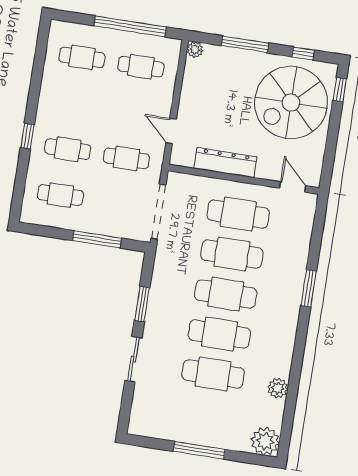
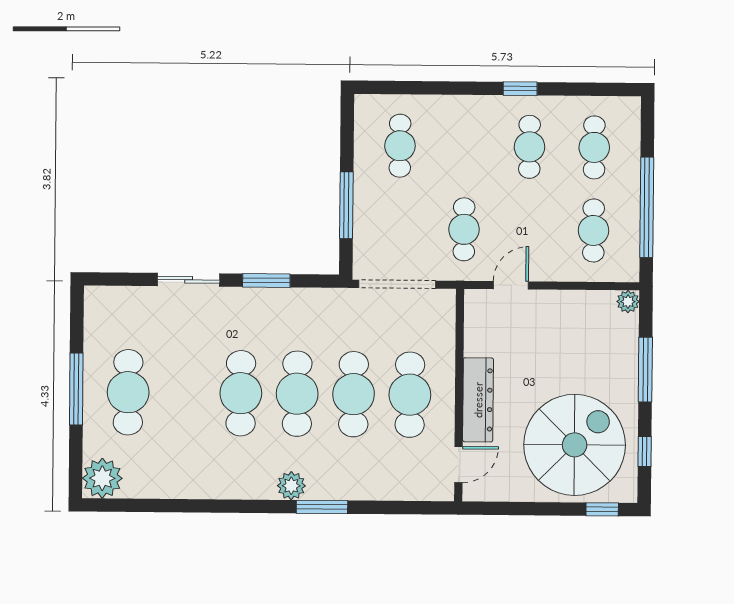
spiral stairs: (291, 102) -> (575, 445), turned 90
window: (27, 136) -> (520, 89), moved
cafe table: (68, 149) -> (529, 147), moved
dresser: (225, 163) -> (478, 400), moved
cafe table: (213, 374) -> (128, 392), moved
plant: (278, 388) -> (291, 486), moved

